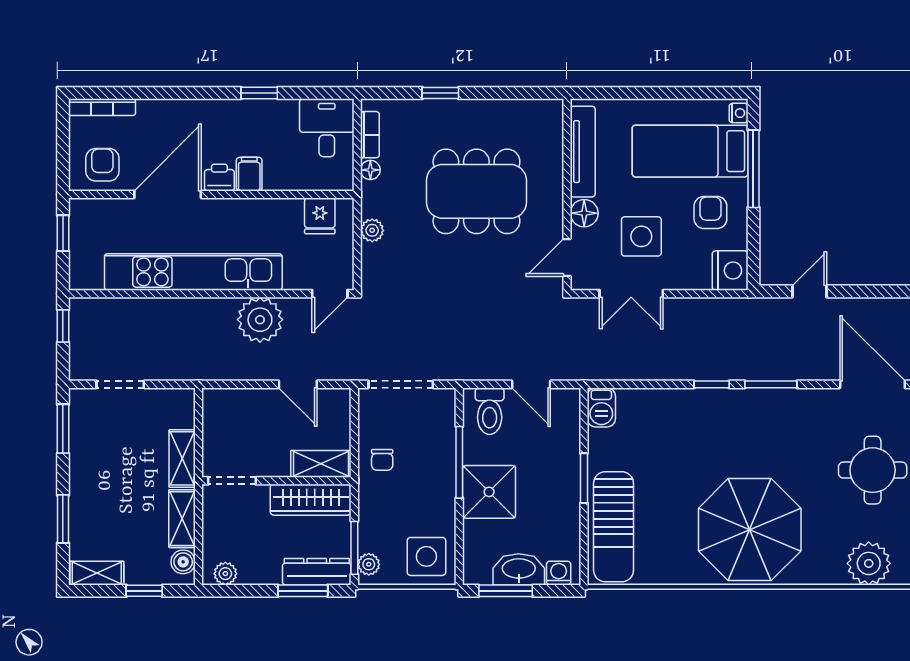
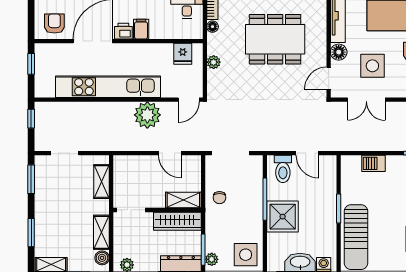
barbecue: (601, 407) -> (374, 163), moved, turned 90
shelving: (182, 458) -> (101, 182), moved

